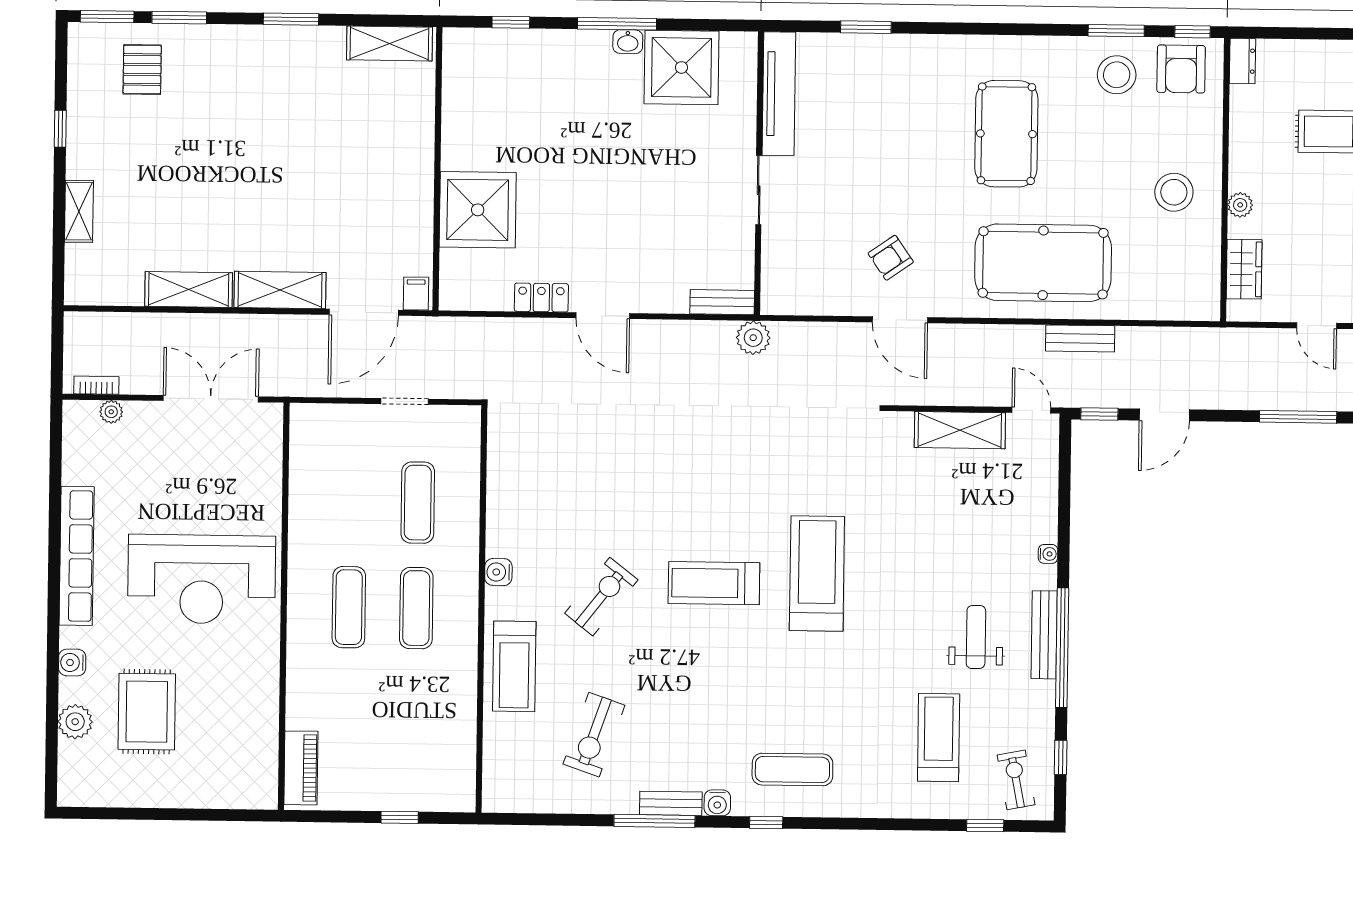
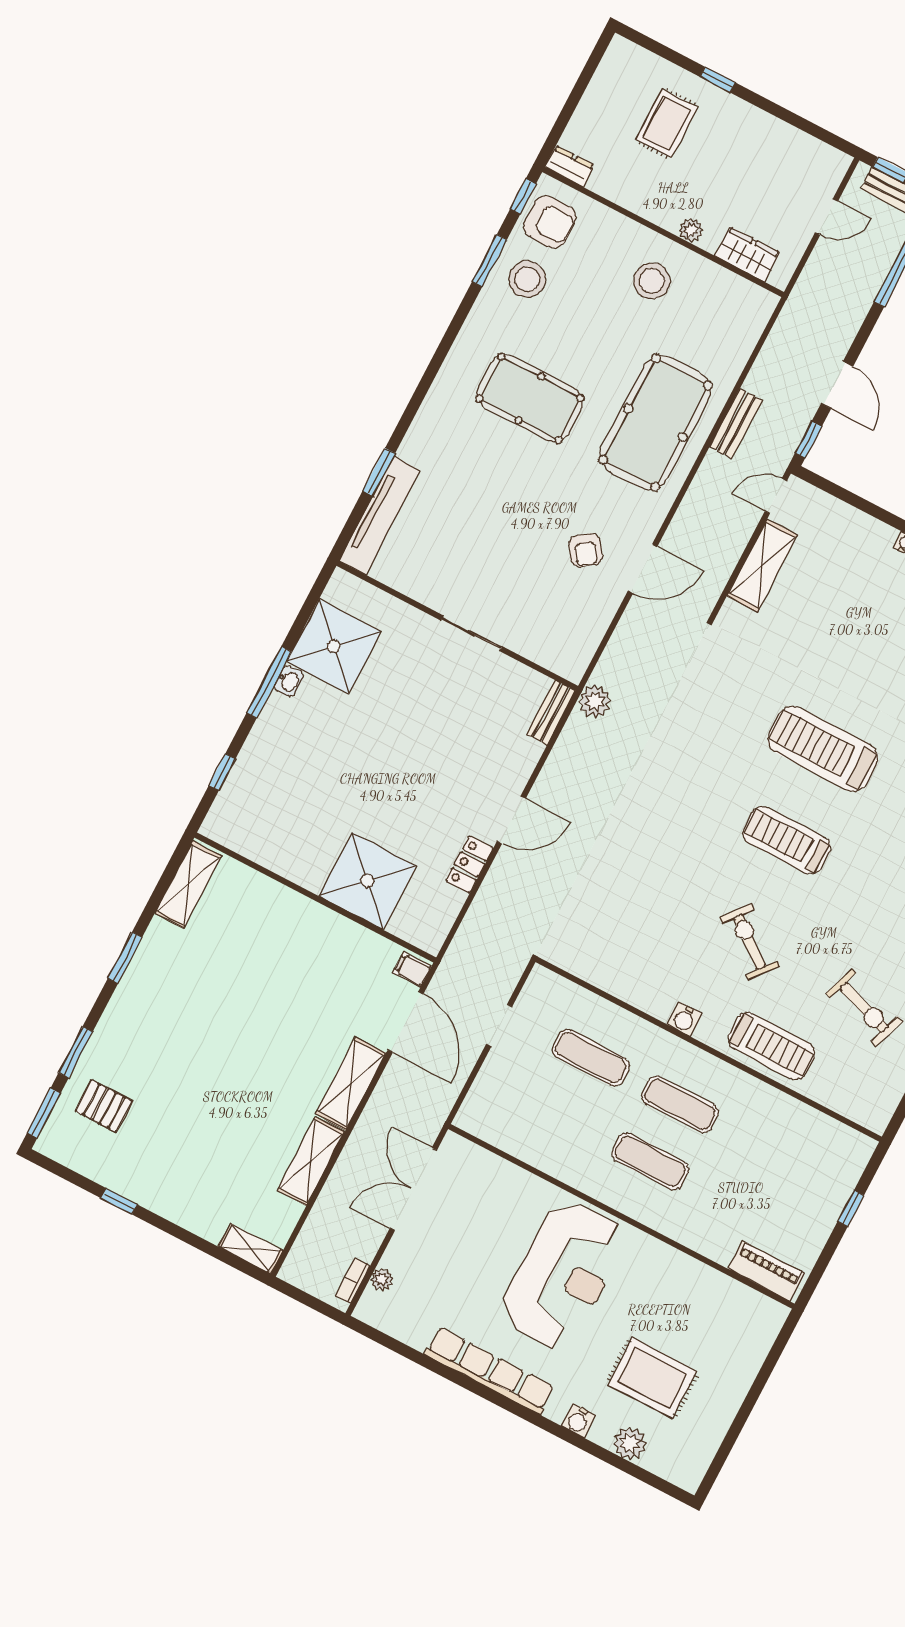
tv unit: (779, 94) -> (380, 516), moved, turned 90
shelving: (79, 211) -> (251, 1249), moved
treadmill: (714, 583) -> (787, 840), turned 90

